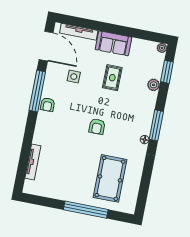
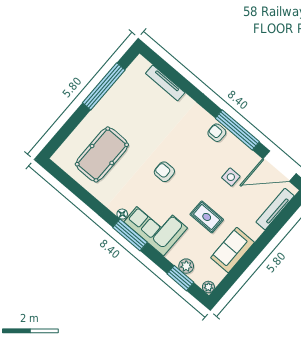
sofa: (113, 43) -> (232, 250), moved
plant: (154, 85) -> (186, 266), moved
corner sofa: (139, 111) -> (156, 225), added
pool table: (110, 178) -> (102, 154), turned 90
window: (86, 210) -> (104, 86), moved

